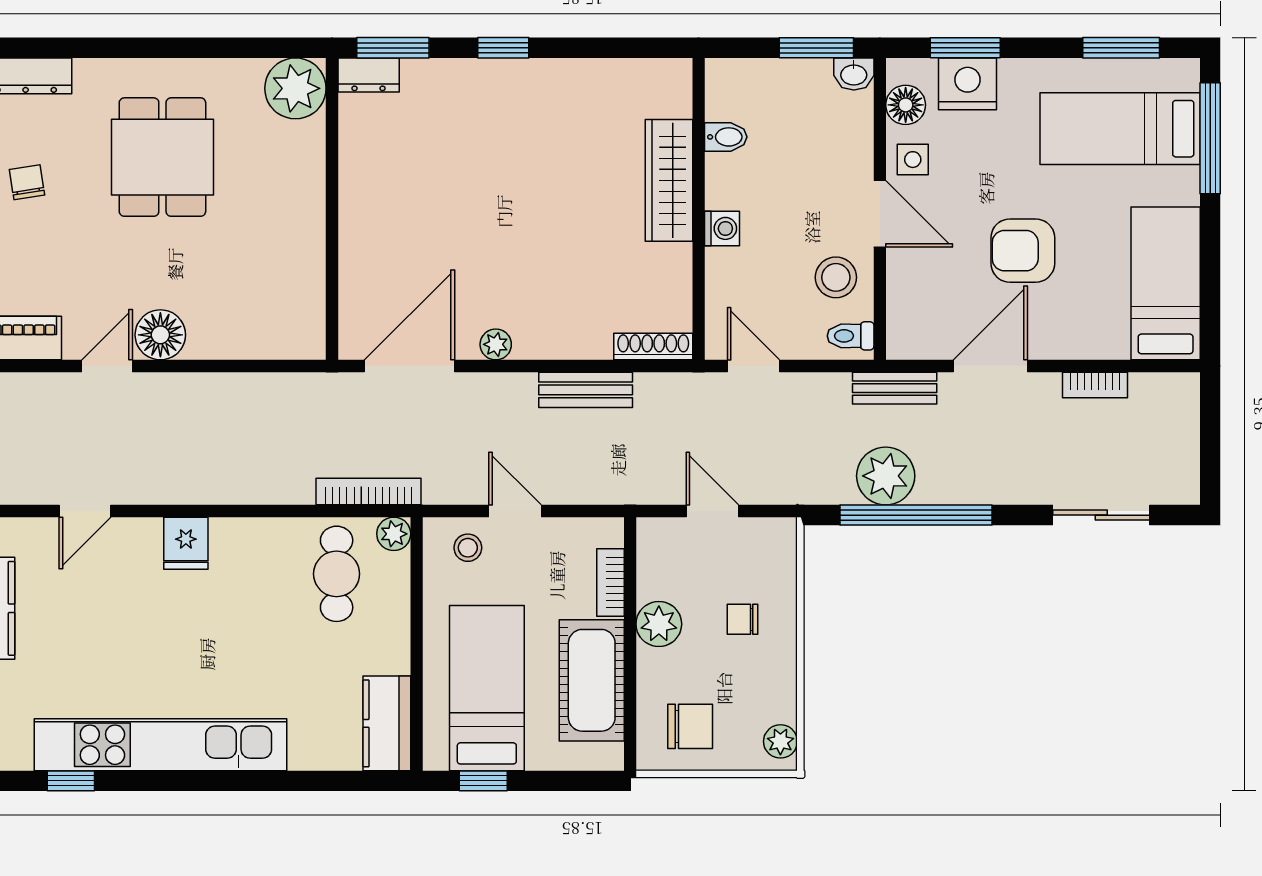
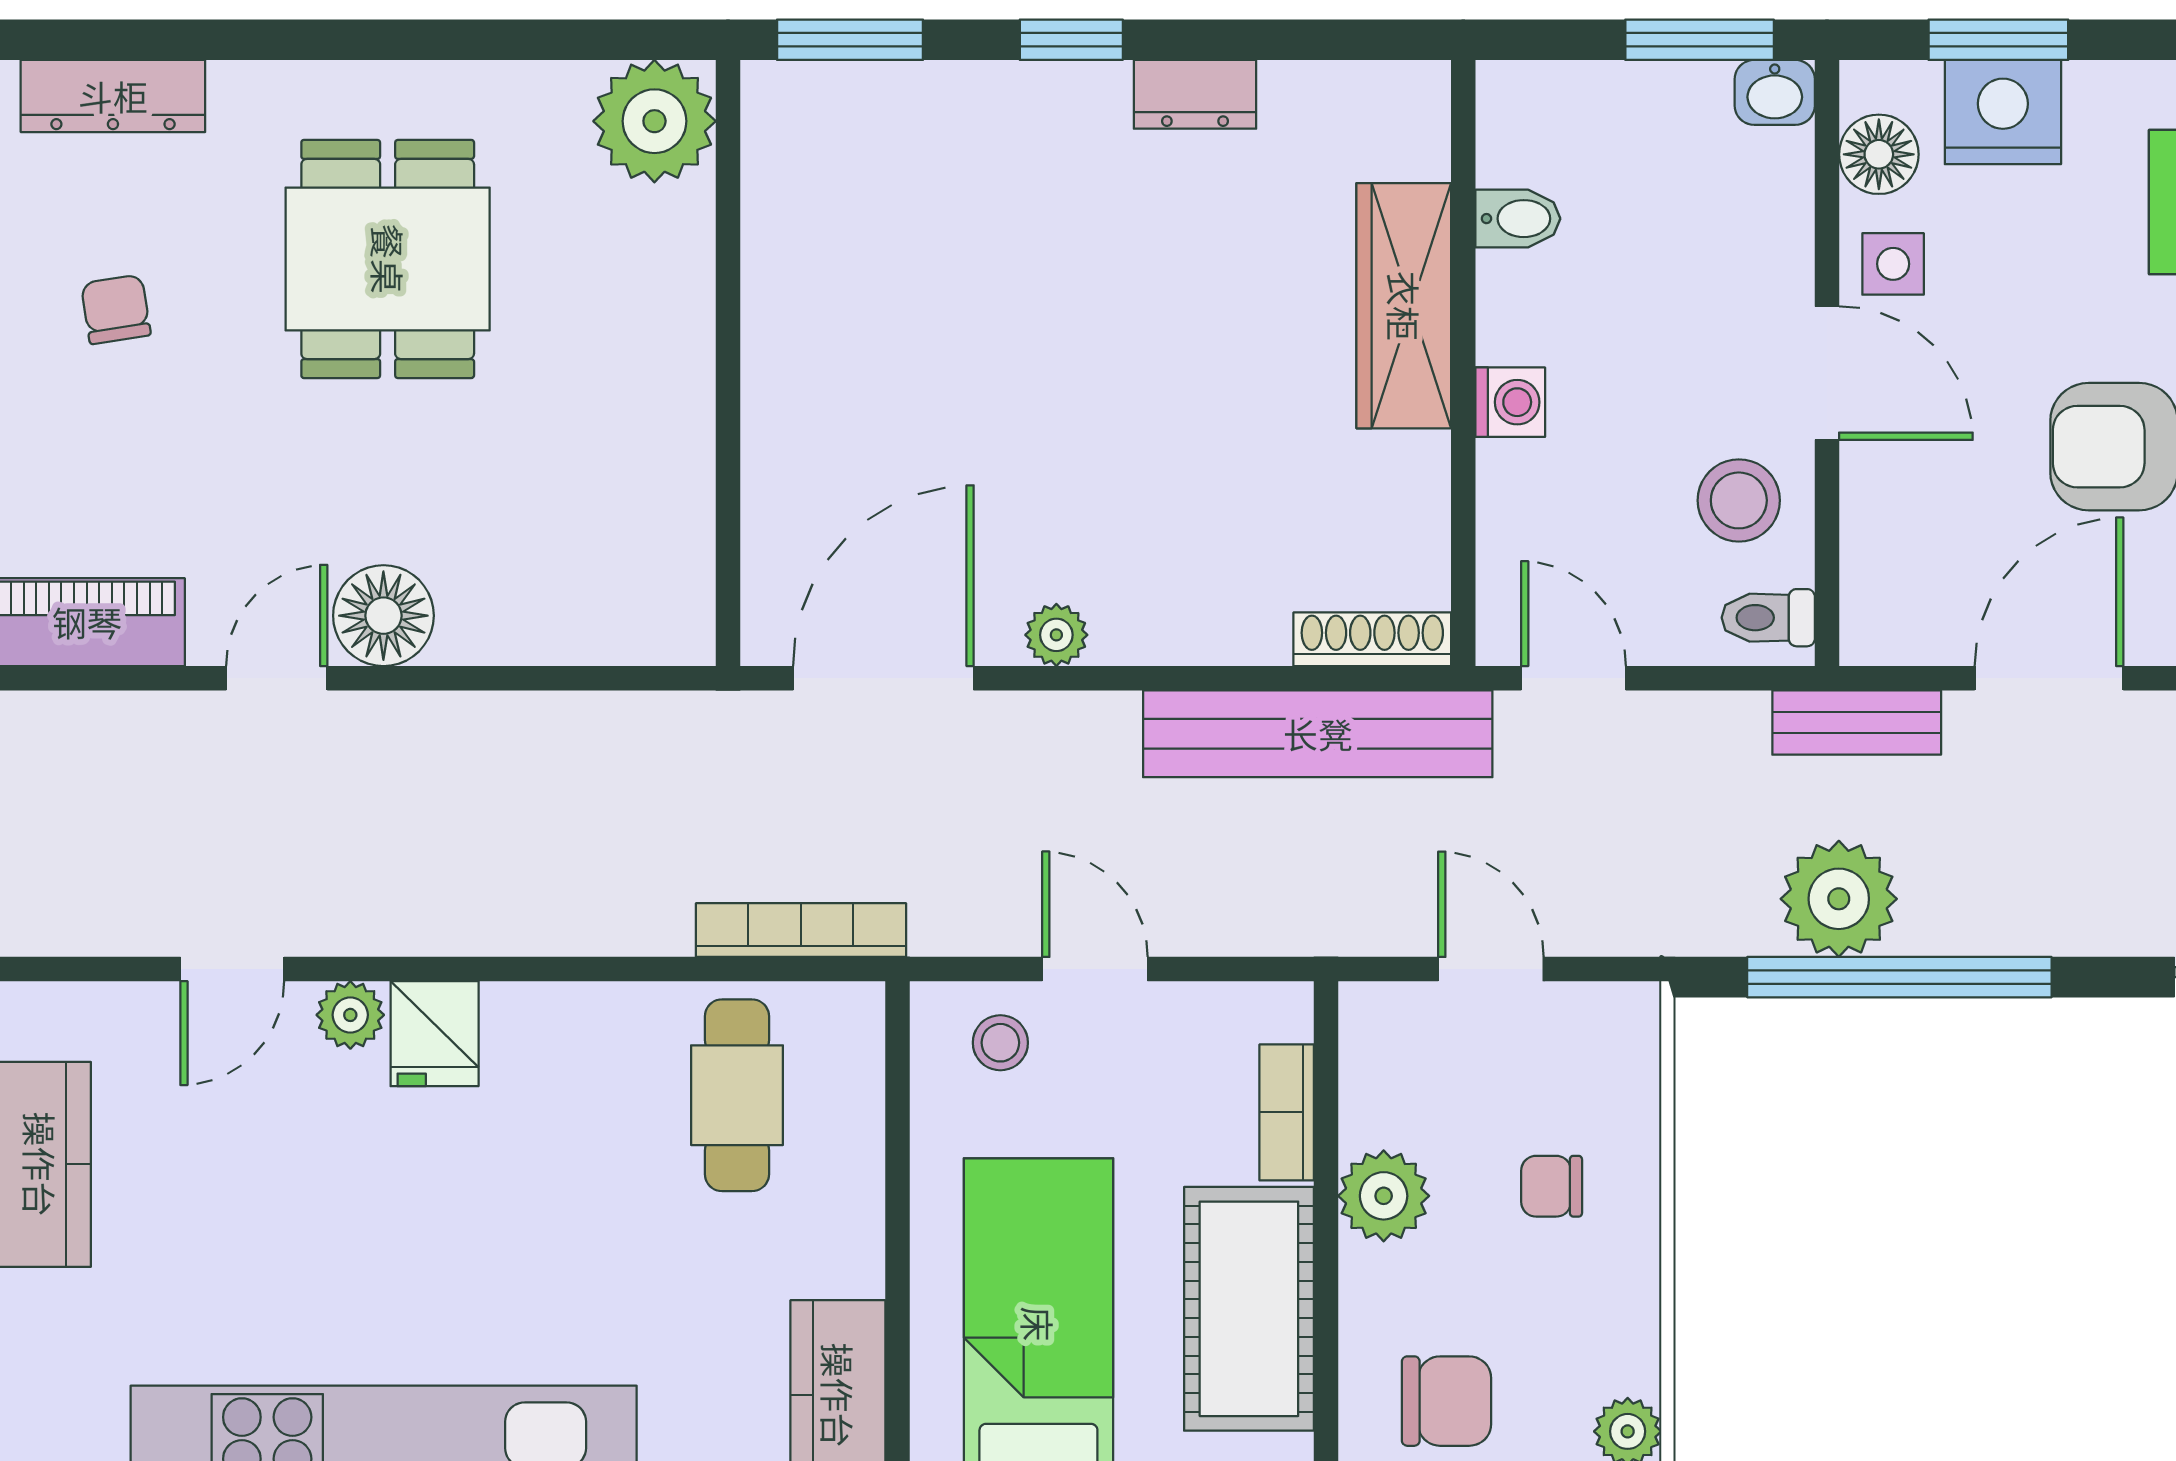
dresser: (369, 75) -> (1195, 94), moved
bench: (586, 390) -> (1318, 734), width x1.86, depth x1.21
plant: (394, 534) -> (350, 1015), moved

